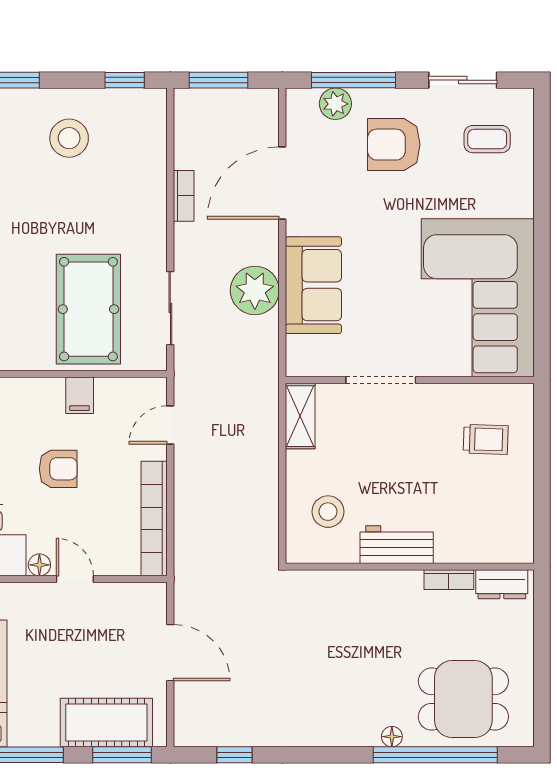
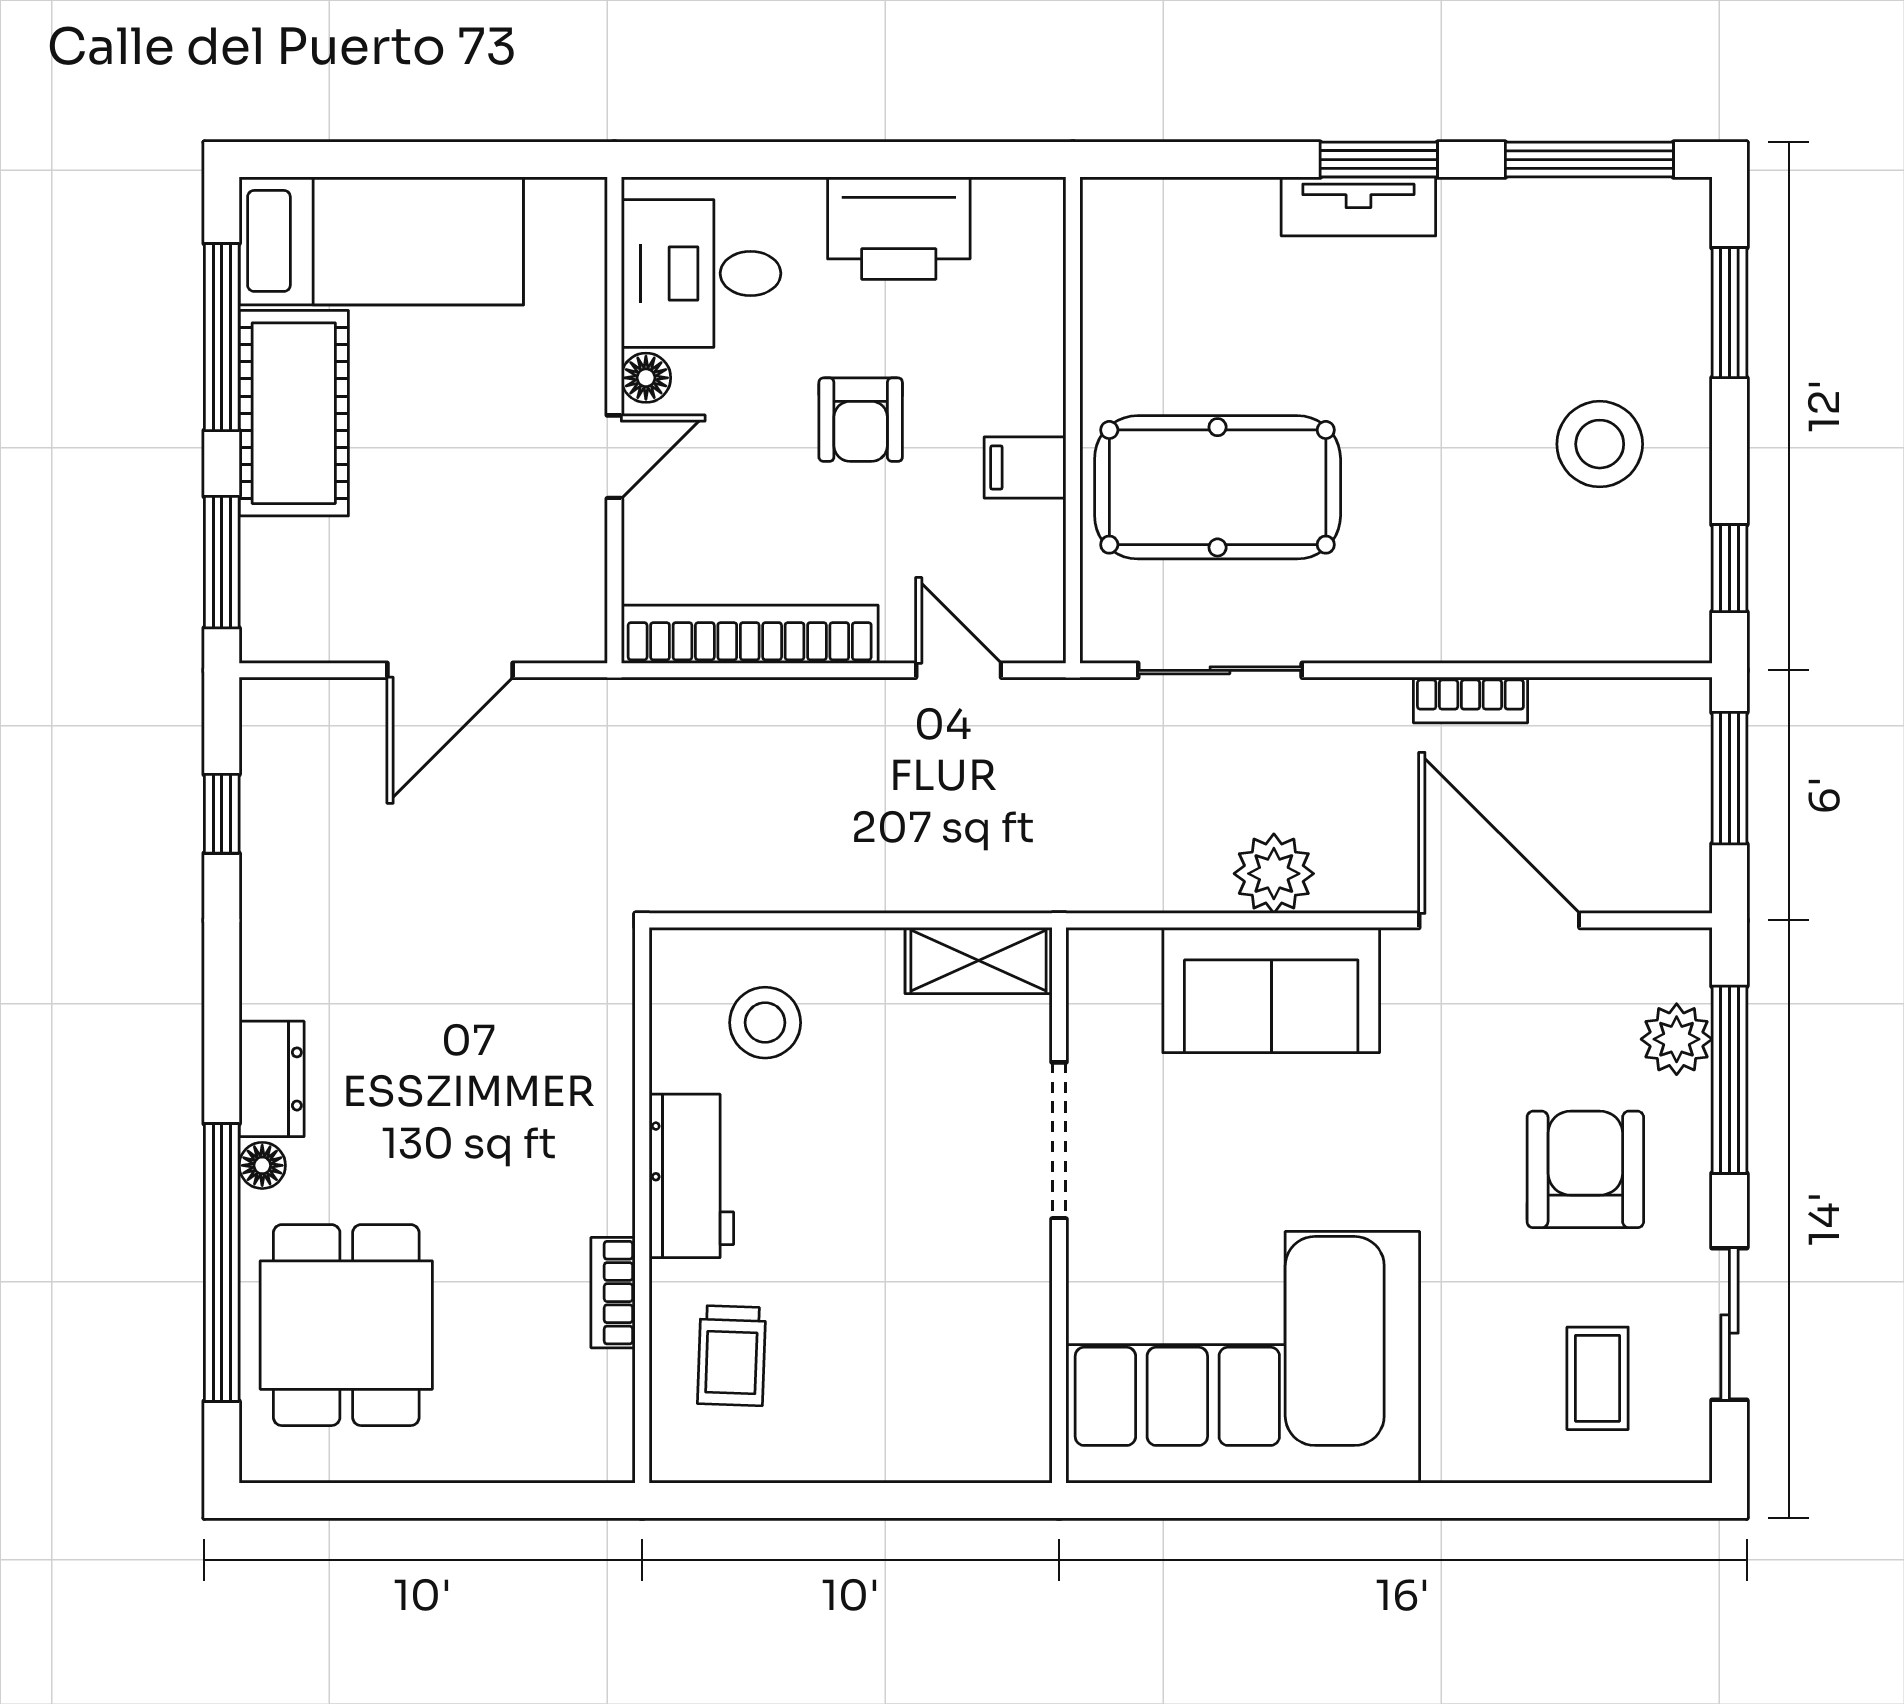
plant: (255, 290) -> (1274, 874), width x0.73, depth x0.73
trolley: (486, 439) -> (732, 1356), moved
dresser: (502, 584) -> (272, 1079), moved, turned 180
cot: (106, 723) -> (294, 413), moved

